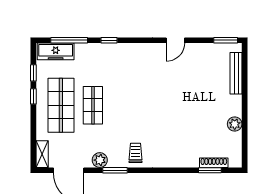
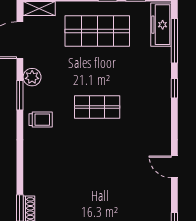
shop shelf: (93, 105) -> (97, 107), moved

